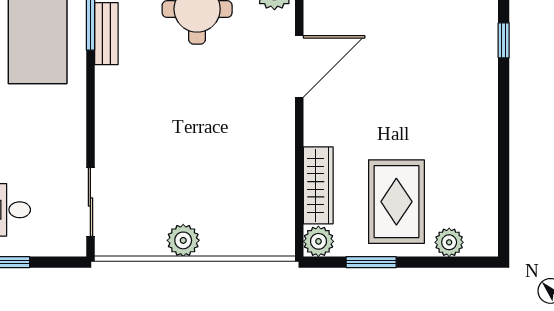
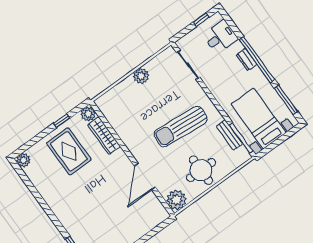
sun lounger: (178, 107) -> (181, 127), added
plant: (449, 242) -> (23, 160), moved
window: (371, 262) -> (62, 121), width x0.67

